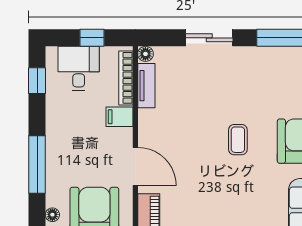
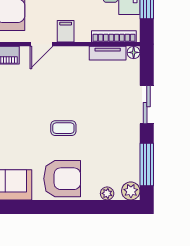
filing cabinet: (119, 117) -> (66, 31), moved
door: (135, 166) -> (41, 44), width x0.73

